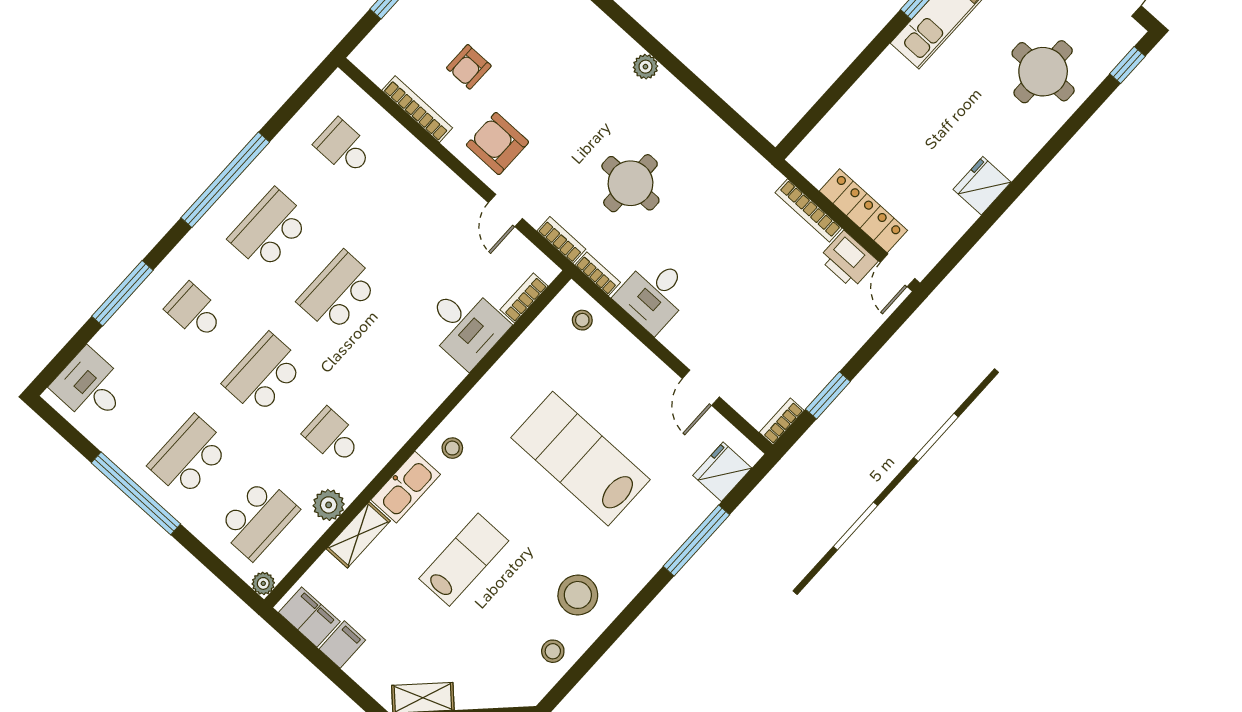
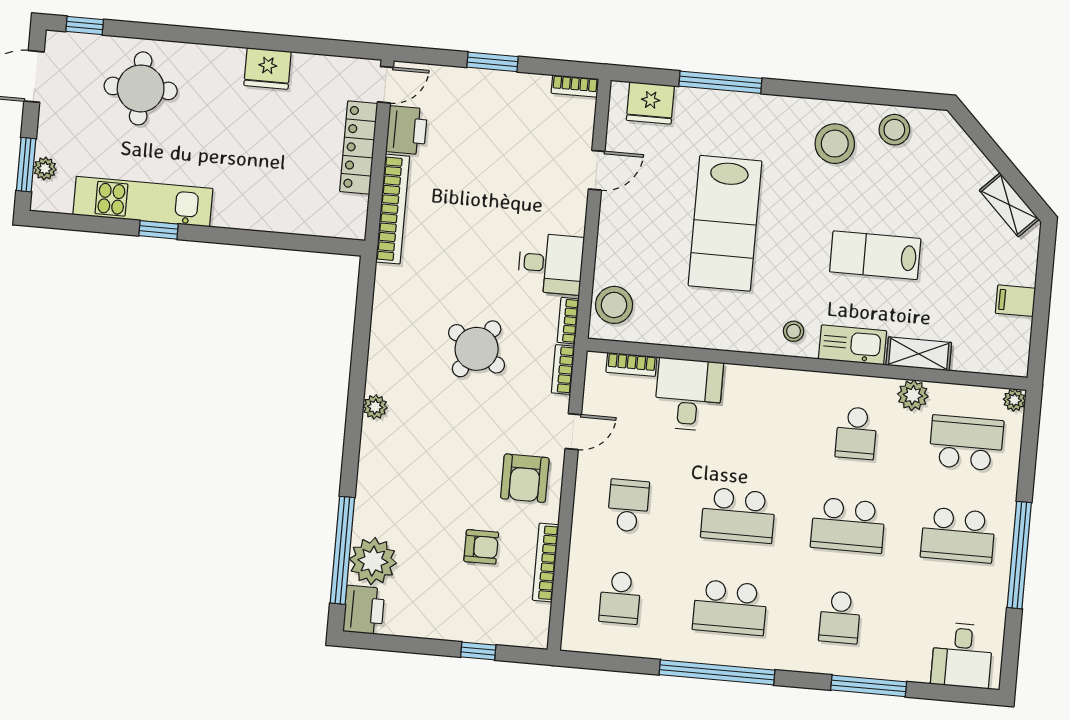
round table: (630, 183) -> (477, 349), turned 34
school desk: (413, 210) -> (628, 506), added
bookcase: (809, 210) -> (393, 209), width x1.48, depth x1.31
stool: (582, 320) -> (614, 305), width x1.89, depth x1.89
window: (828, 395) -> (493, 62), moved
filing cabinet: (309, 617) -> (1013, 343), removed
stool: (553, 651) -> (894, 130), width x1.37, depth x1.37

